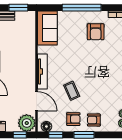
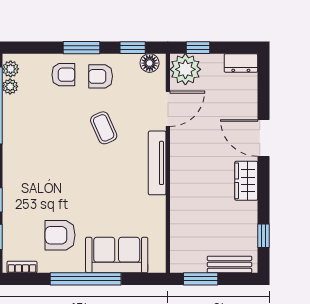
sofa: (47, 28) -> (117, 255), moved, turned 90
armchair: (96, 32) -> (60, 235), turned -90
door: (36, 101) -> (168, 109), swing flipped

